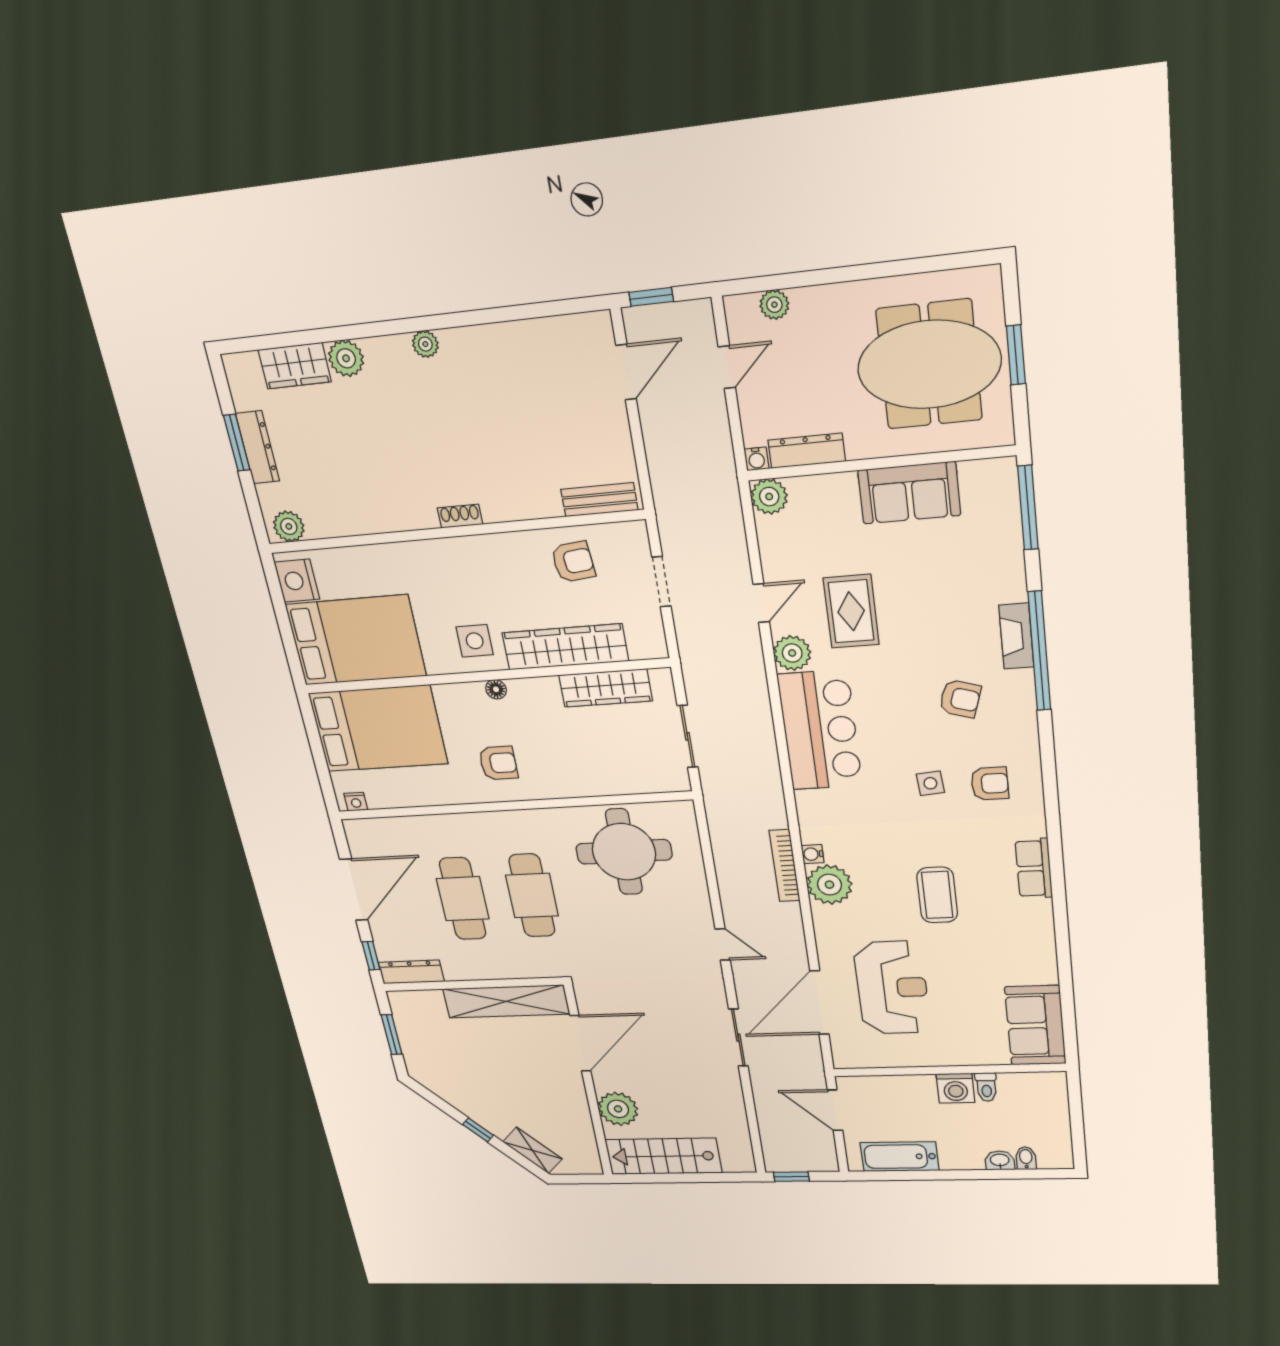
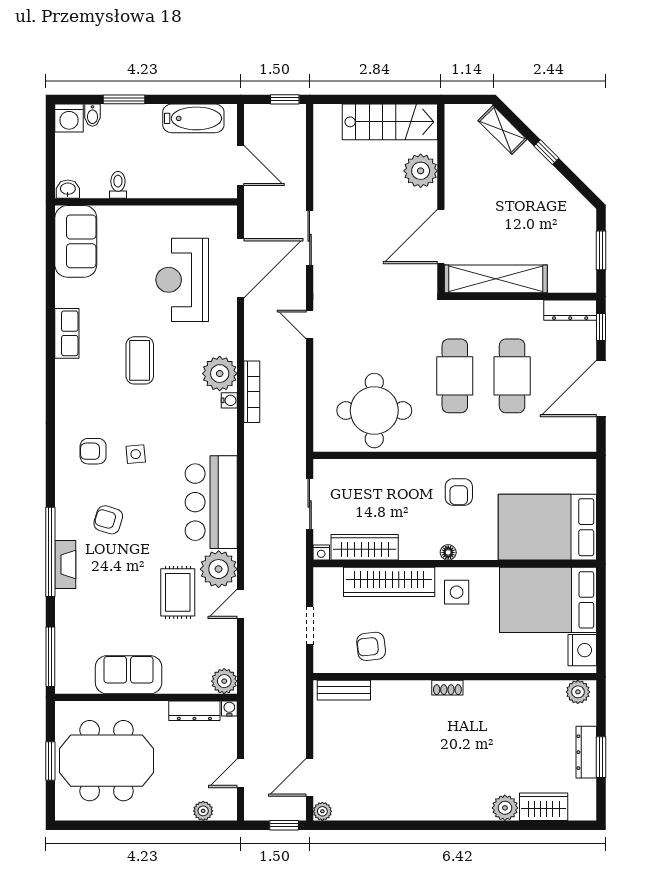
plant: (425, 344) -> (322, 811), moved
plant: (792, 653) -> (219, 569), width x1.36, depth x1.36
armchair: (498, 763) -> (459, 492), turned -90
nightstand: (356, 802) -> (321, 553), moved, turned 180
row of seats: (1034, 868) -> (67, 333), moved
washing machine: (956, 1088) -> (69, 118), moved, turned 180
washbasin: (1000, 1160) -> (68, 189), moved, turned 180
window: (988, 1174) -> (124, 99), added

